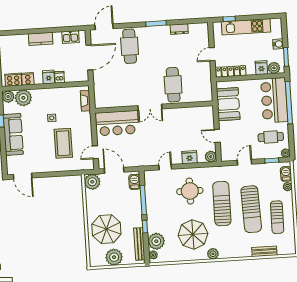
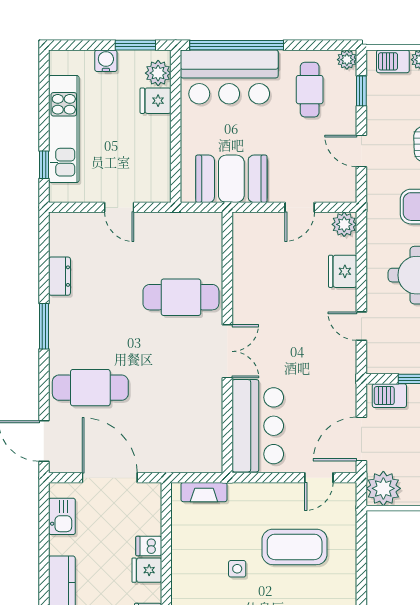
locker: (231, 71) -> (160, 169), removed
door: (95, 152) -> (319, 478), hinge flipped

